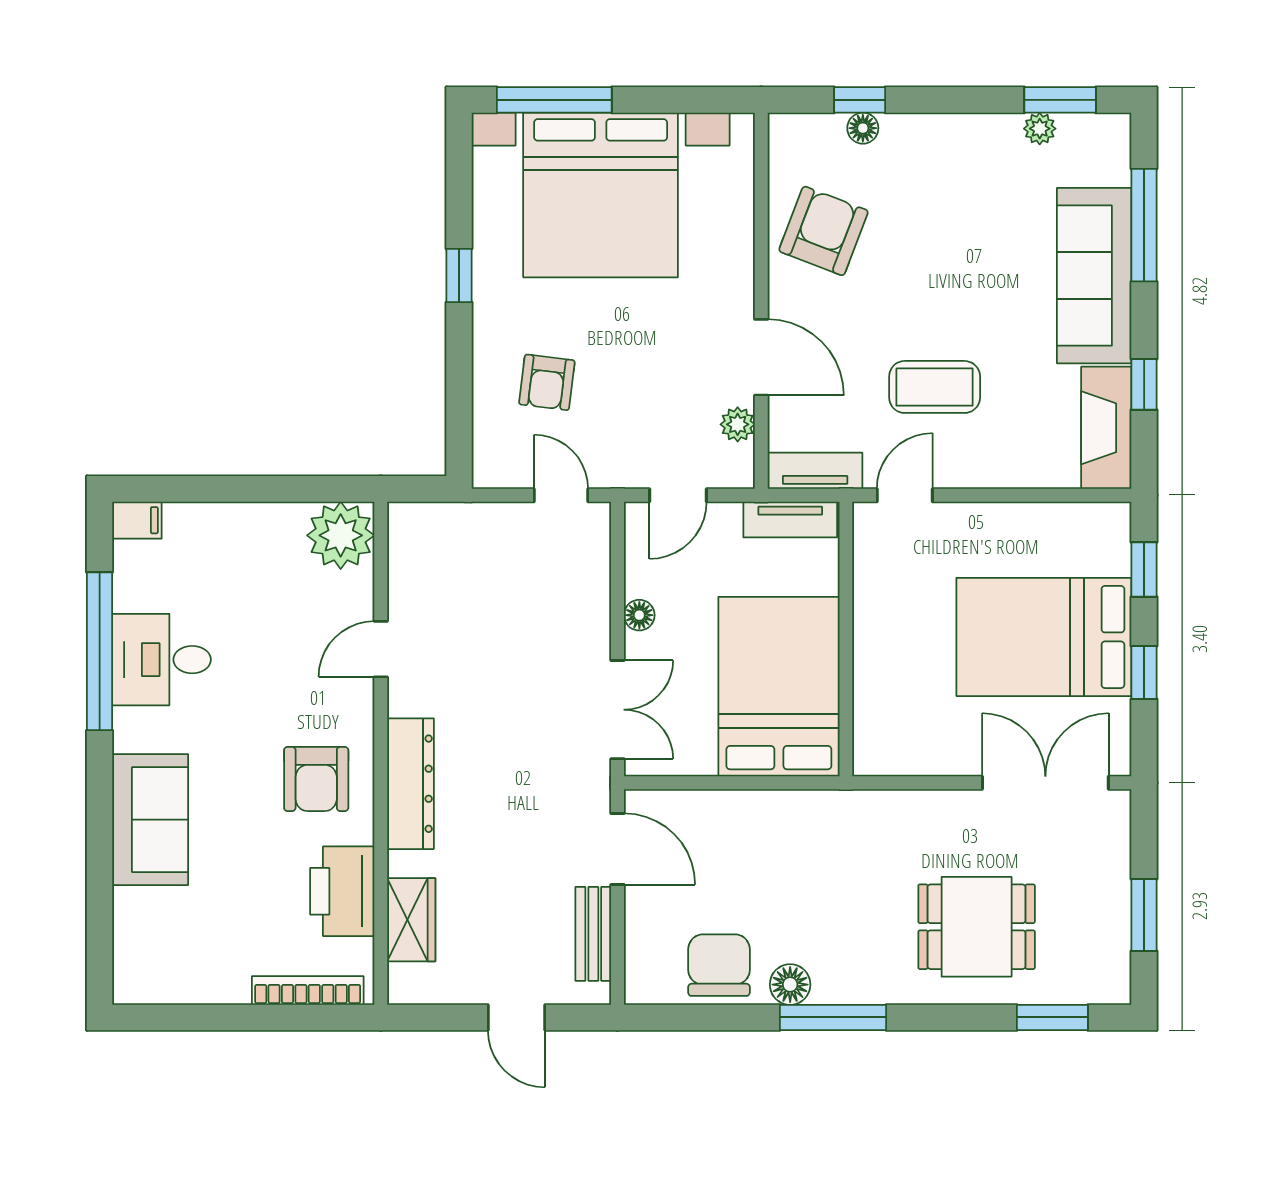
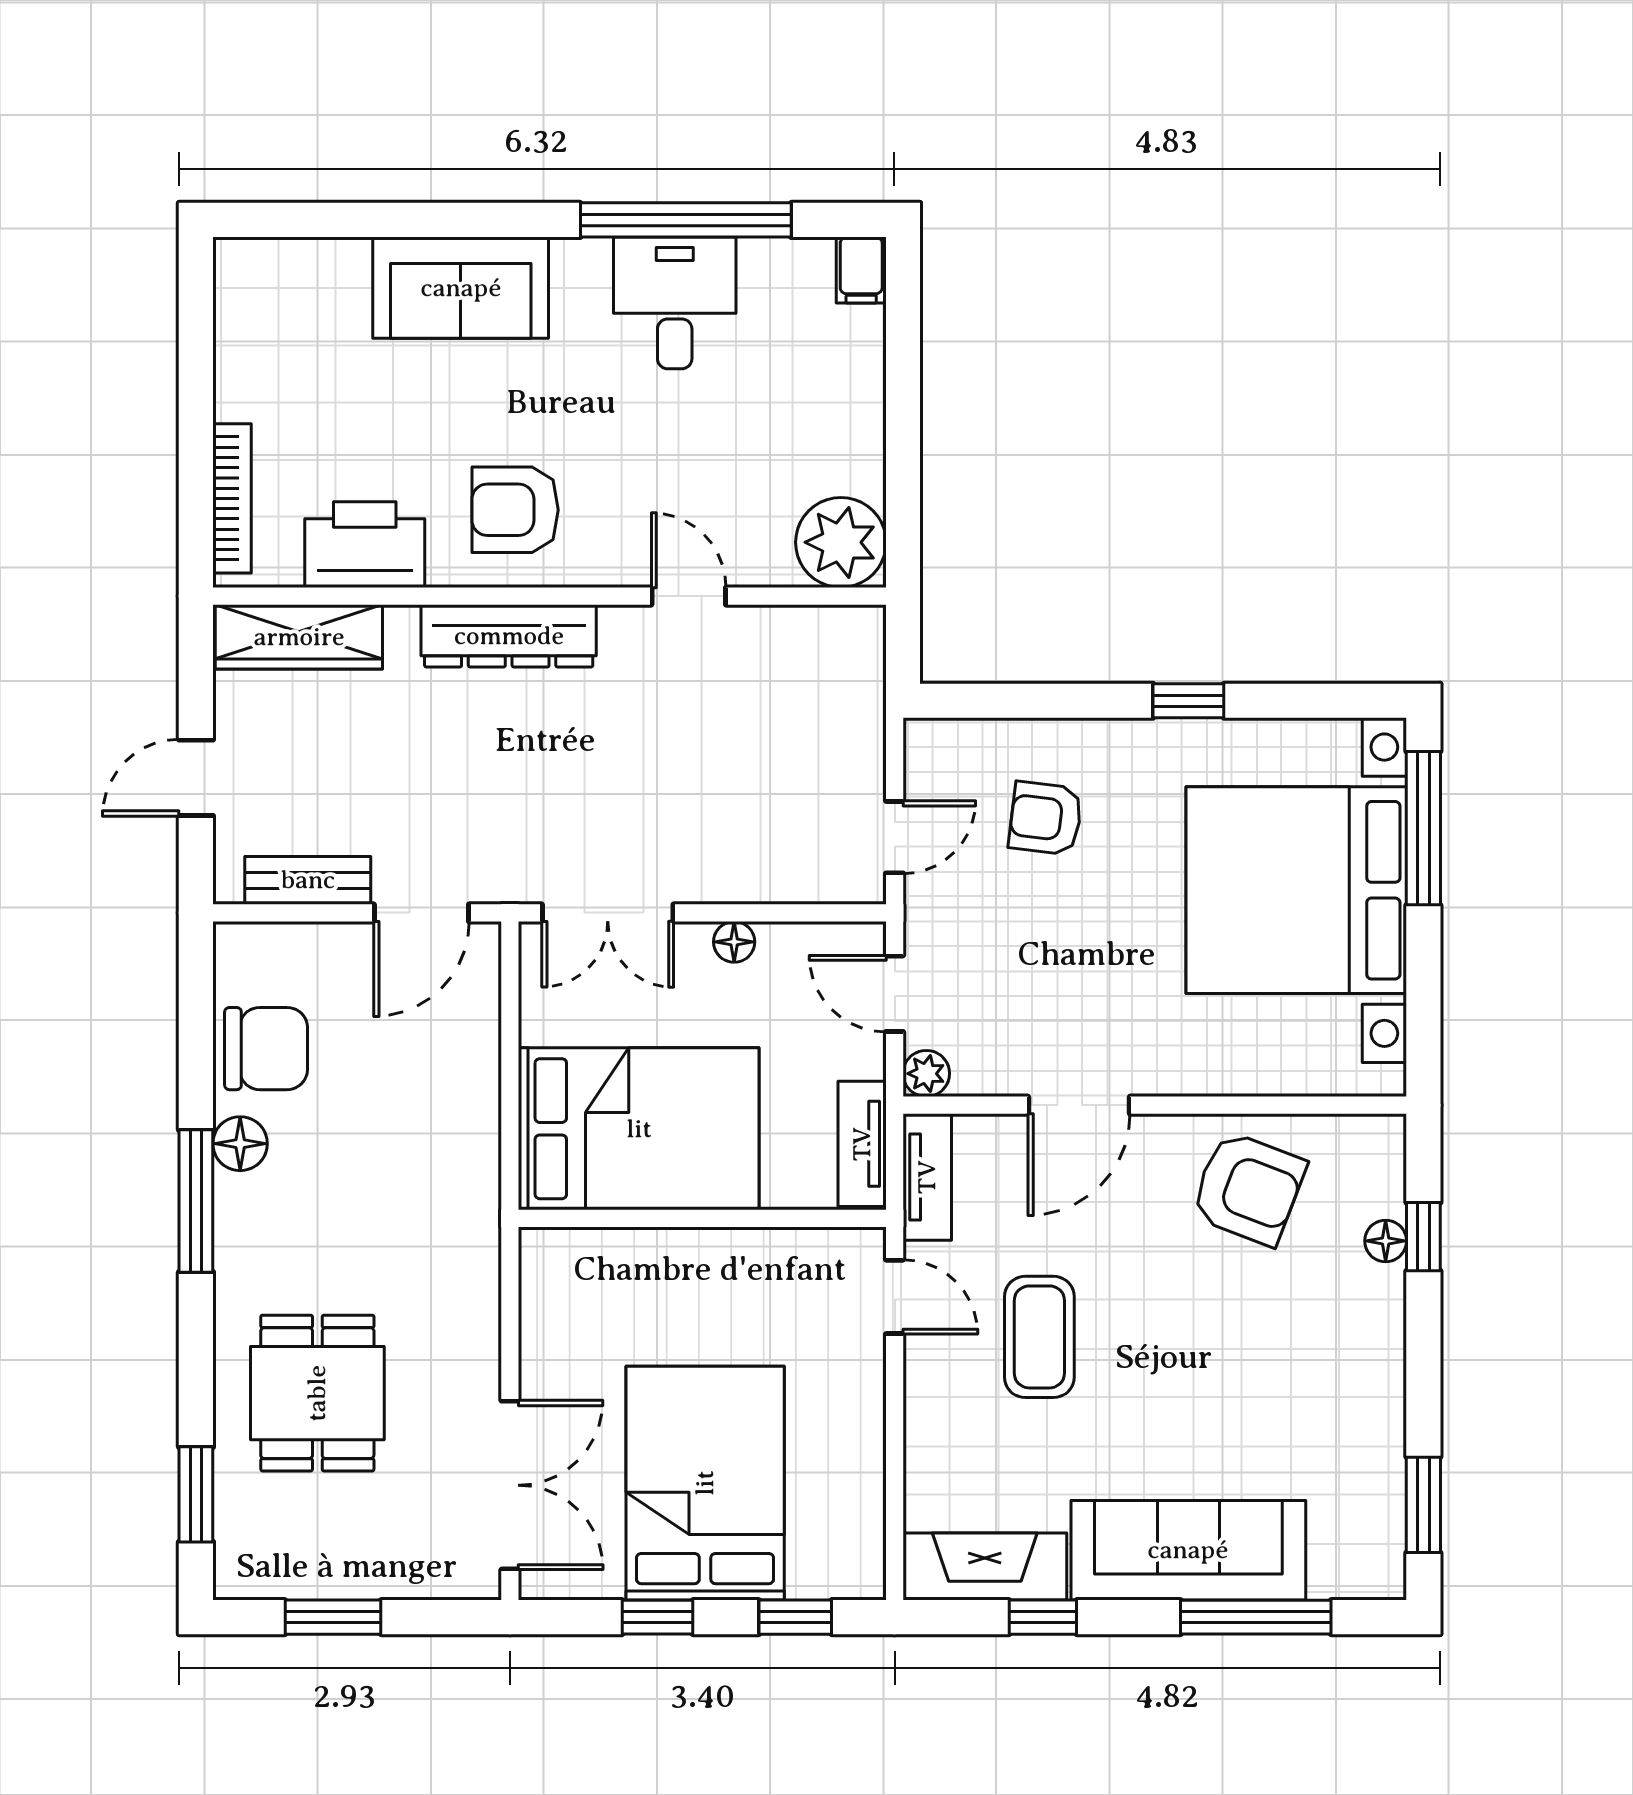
plant: (1040, 129) -> (1385, 1478), removed
plant: (738, 424) -> (926, 1074), moved
wardrobe: (411, 920) -> (299, 637), width x1.50

